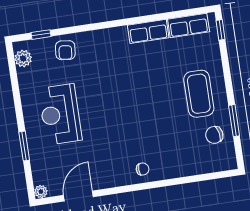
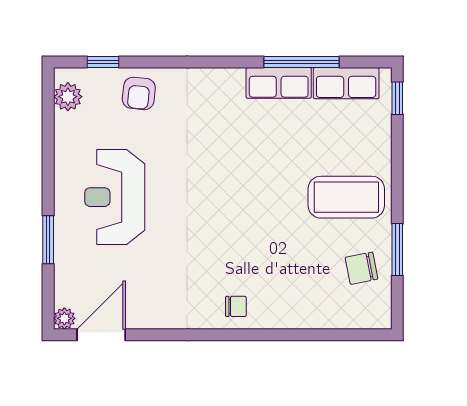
window: (160, 17) -> (302, 62), added
coffee table: (199, 94) -> (346, 197), turned 90
door: (78, 196) -> (101, 335), moved

